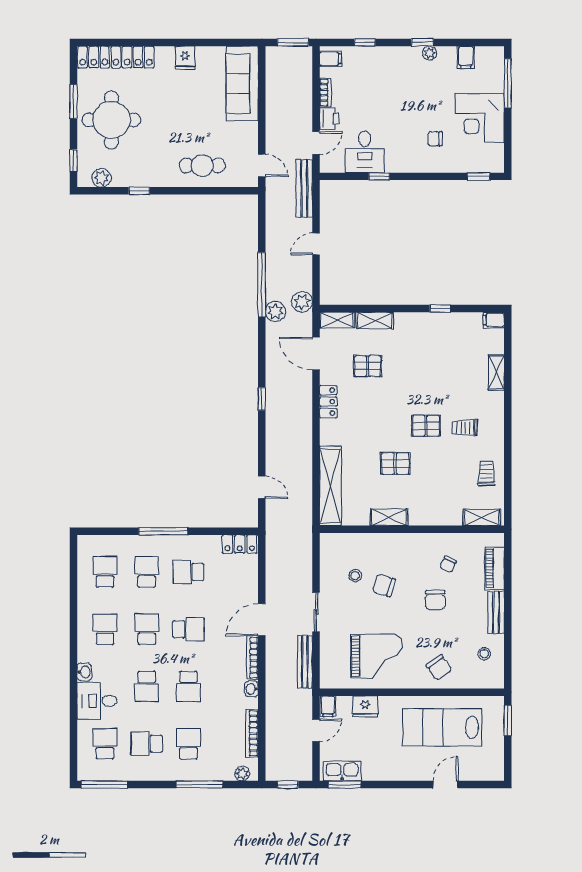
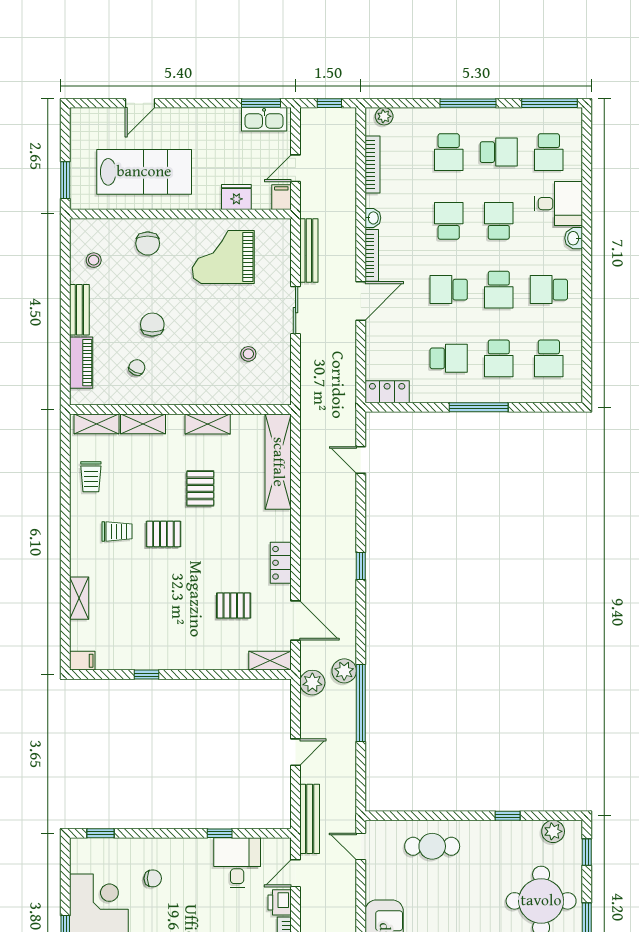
shelving: (375, 321) -> (143, 424), moved
pallet: (395, 464) -> (200, 488), turned 90
chair: (384, 585) -> (214, 342), removed
school desk: (105, 629) -> (549, 290), turned 90
chair: (439, 668) -> (148, 243), turned -144
window: (200, 785) -> (468, 103), moved

